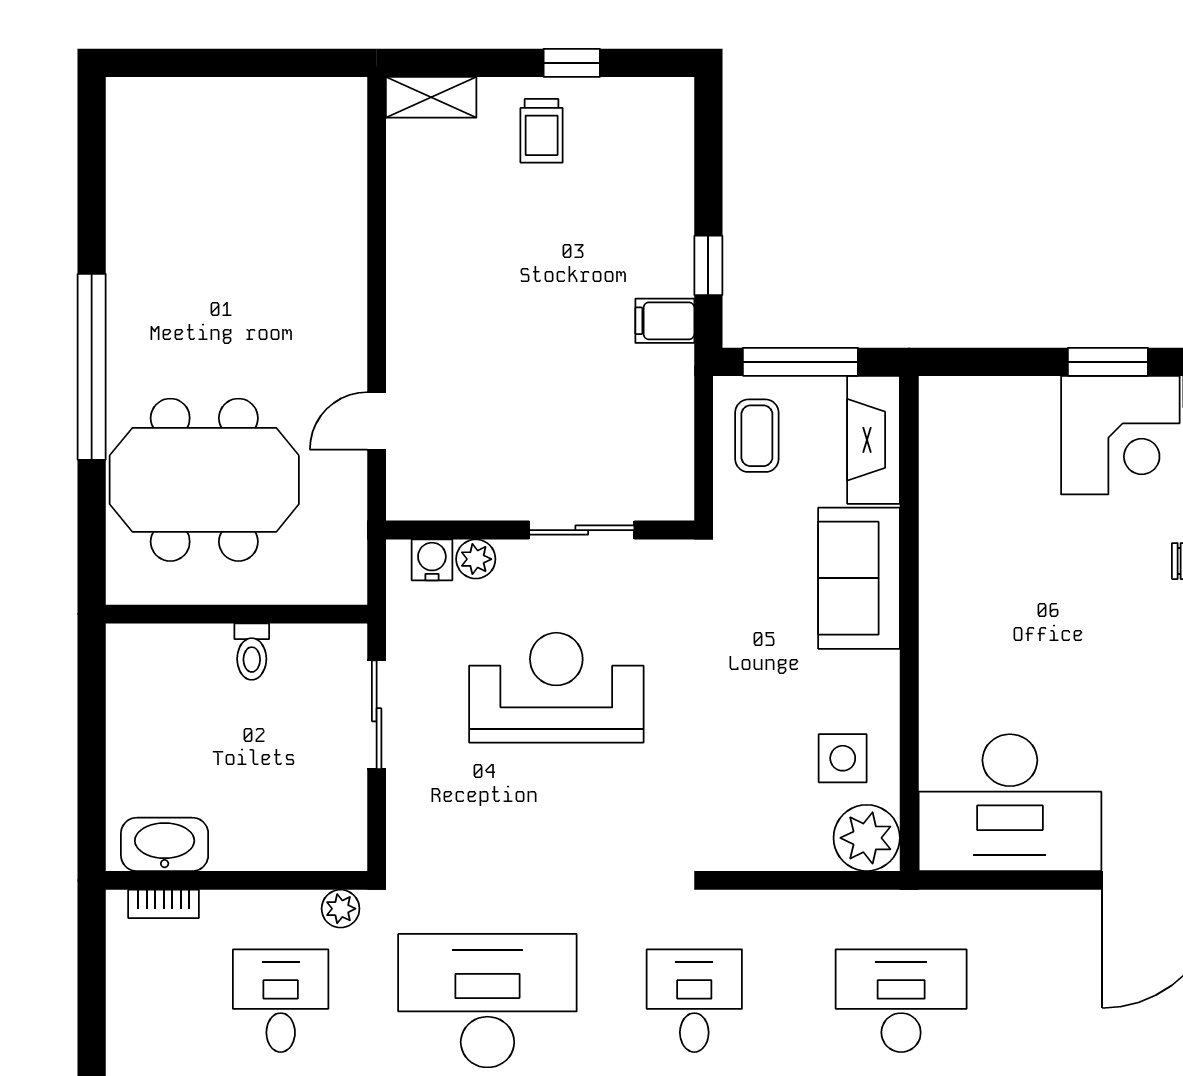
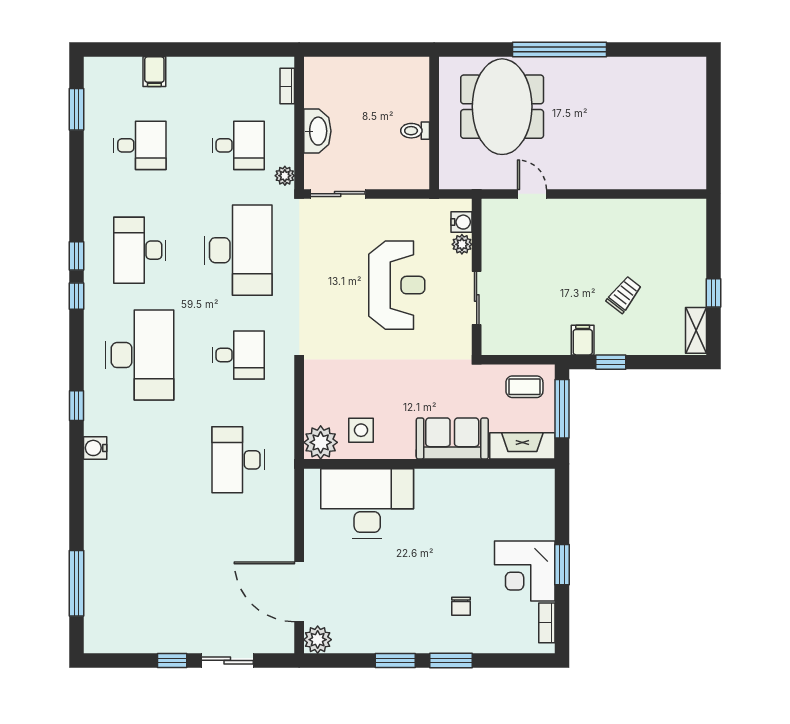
shelving: (431, 97) -> (696, 330), moved
trolley: (542, 131) -> (624, 295), moved, turned 128
sliding door: (377, 715) -> (338, 194), moved
desk: (1010, 803) -> (367, 503), moved, turned 90
washbasin: (165, 844) -> (317, 131), moved
desk: (901, 1001) -> (238, 460), turned 180

